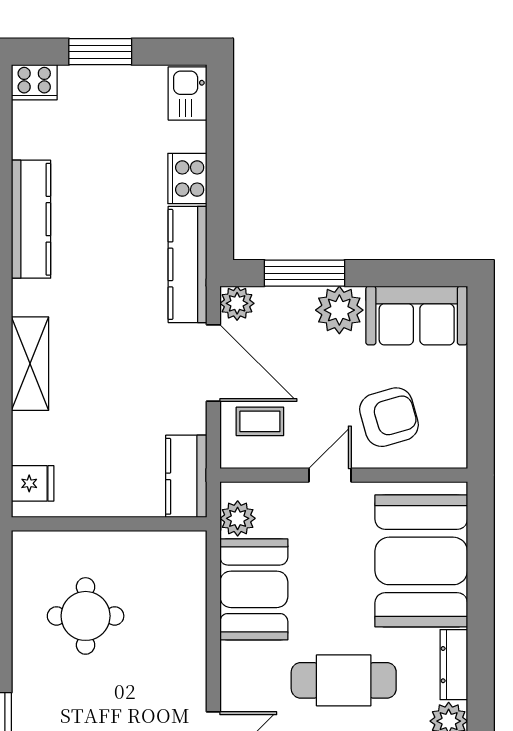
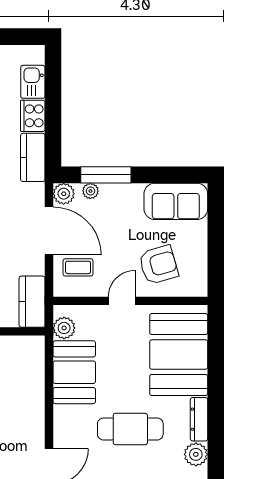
kitchen sink: (188, 93) -> (33, 82), moved
kitchen counter: (187, 264) -> (33, 157), width x0.67
plant: (339, 310) -> (90, 191), moved, width x0.53, depth x0.53

